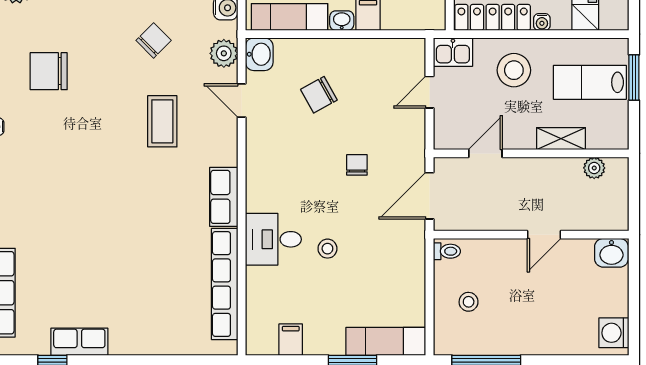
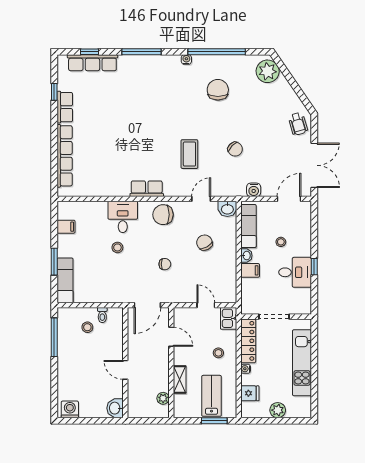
plant: (224, 53) -> (228, 189), removed
stool: (514, 70) -> (218, 353), width x0.53, depth x0.53
coffee table: (162, 121) -> (189, 154), turned 90
chair: (270, 168) -> (163, 215), added
door: (429, 196) -> (147, 305), swing flipped
toilet: (447, 251) -> (102, 315), moved
row of seats: (225, 284) -> (65, 156), moved, turned 90

